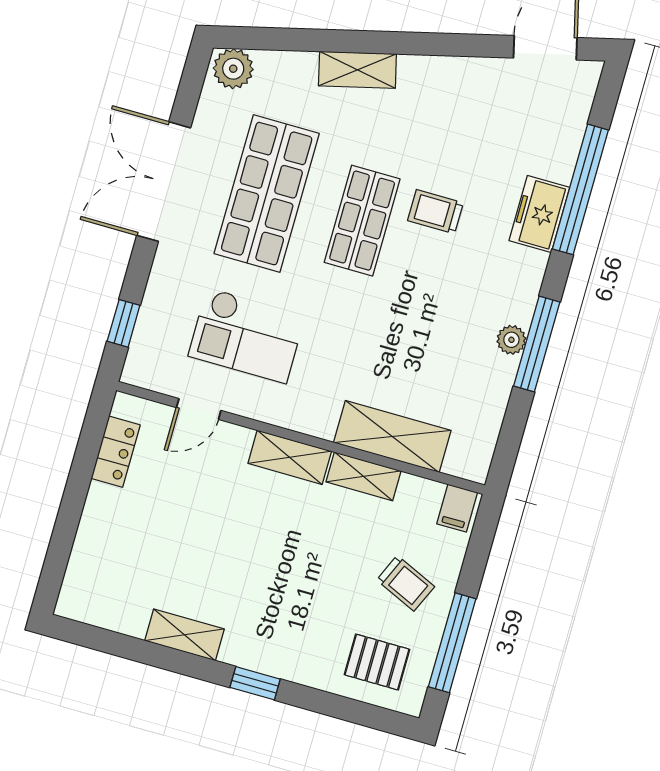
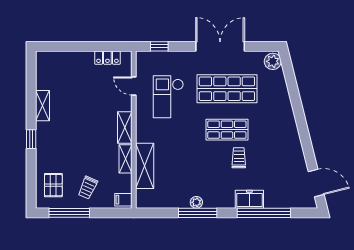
shelving: (357, 70) -> (286, 111), removed

